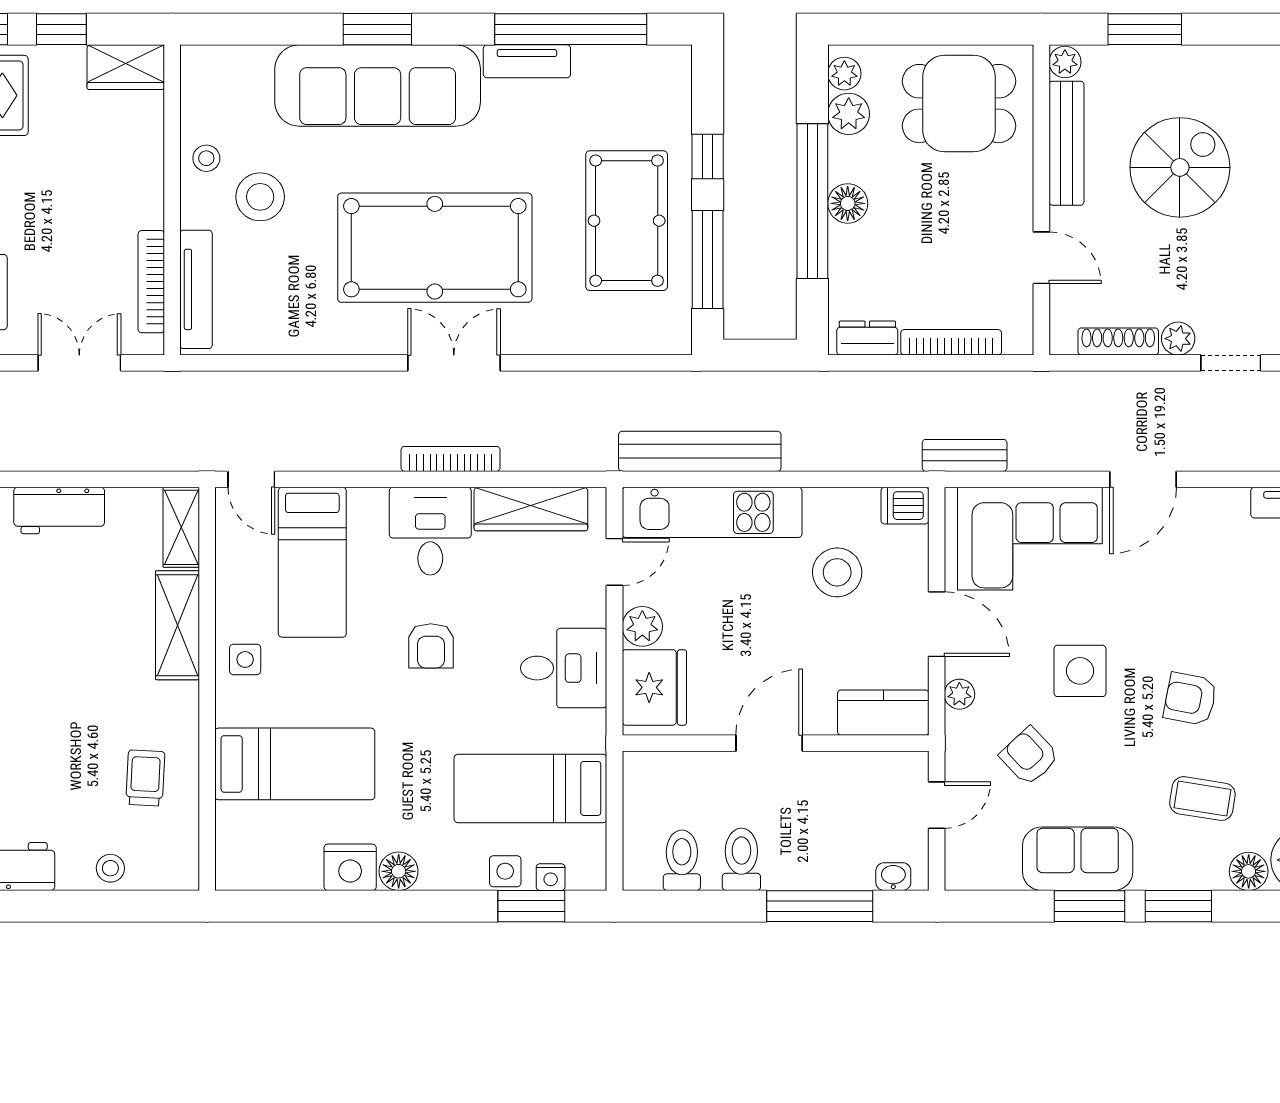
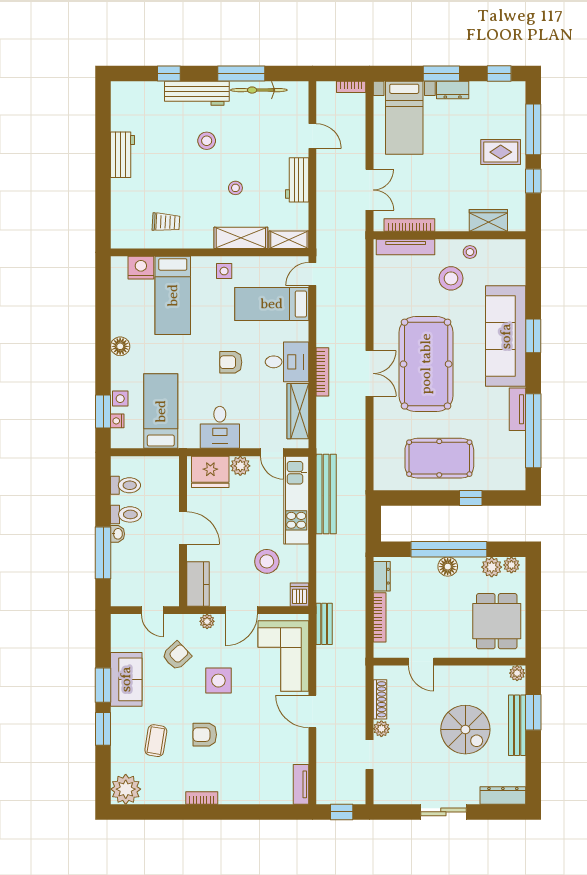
wardrobe: (126, 67) -> (488, 220), moved, turned 90
bench: (1066, 143) -> (517, 725), moved, turned 90
door: (1041, 258) -> (421, 662), hinge flipped
window: (708, 260) -> (420, 498), removed
armchair: (1190, 699) -> (205, 735), turned -101
nightstand: (350, 867) -> (141, 268), moved, turned 90
stool: (110, 868) -> (235, 188), moved
floor lamp: (1249, 871) -> (120, 763), removed
washbasin: (893, 877) -> (118, 534), moved

